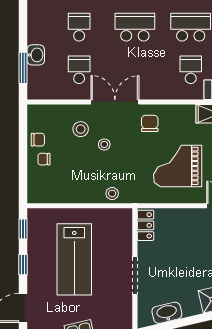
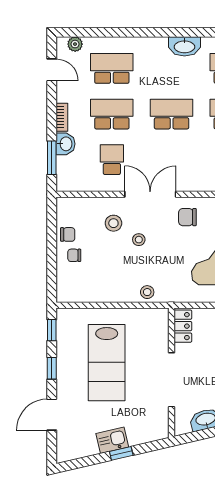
school desk: (79, 27) -> (112, 114), width x1.85
bookcase: (32, 30) -> (62, 117), added
chair: (150, 123) -> (187, 217), turned -90
doorway: (135, 275) -> (172, 380), width x1.36

